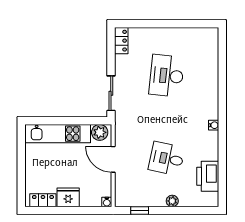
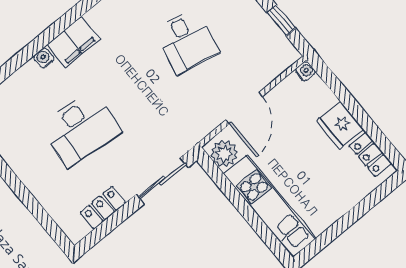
locker: (121, 41) -> (103, 208), moved
filing cabinet: (210, 105) -> (73, 42), added
water cooler: (214, 125) -> (44, 58), moved

